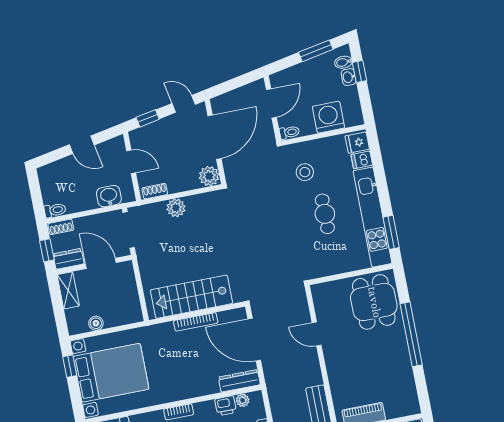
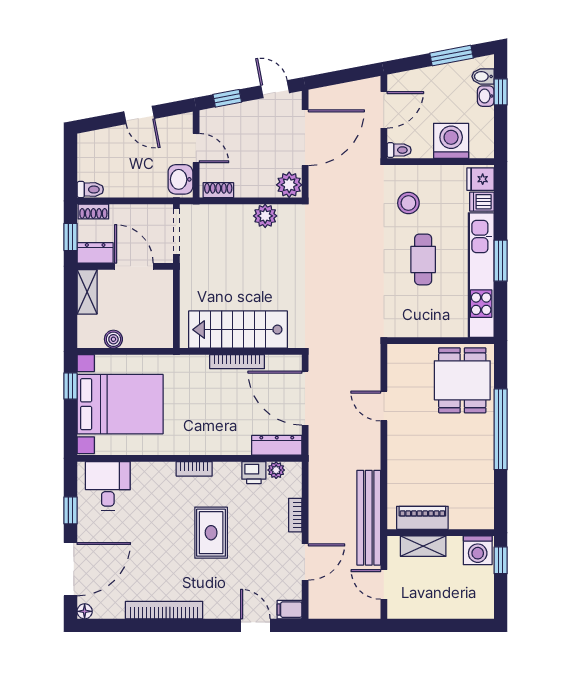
washbasin: (109, 196) -> (180, 179), moved, turned -90
plant: (176, 208) -> (265, 216), moved
window: (391, 232) -> (501, 261), moved

